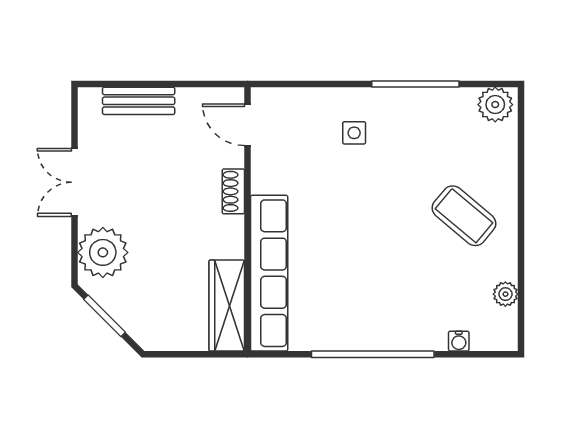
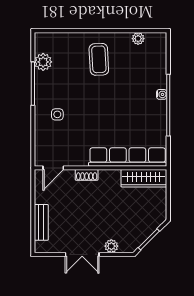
plant: (495, 105) -> (43, 62), moved
coffee table: (464, 216) -> (99, 59), turned -43
plant: (103, 252) -> (111, 246), width x0.53, depth x0.53
water cooler: (459, 341) -> (162, 94), moved

